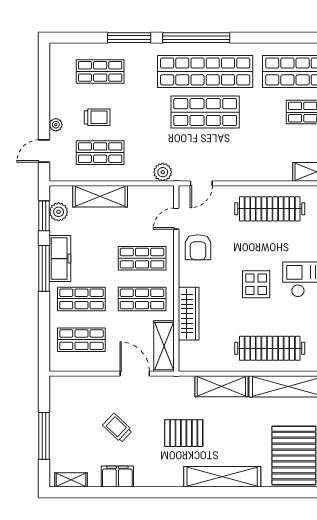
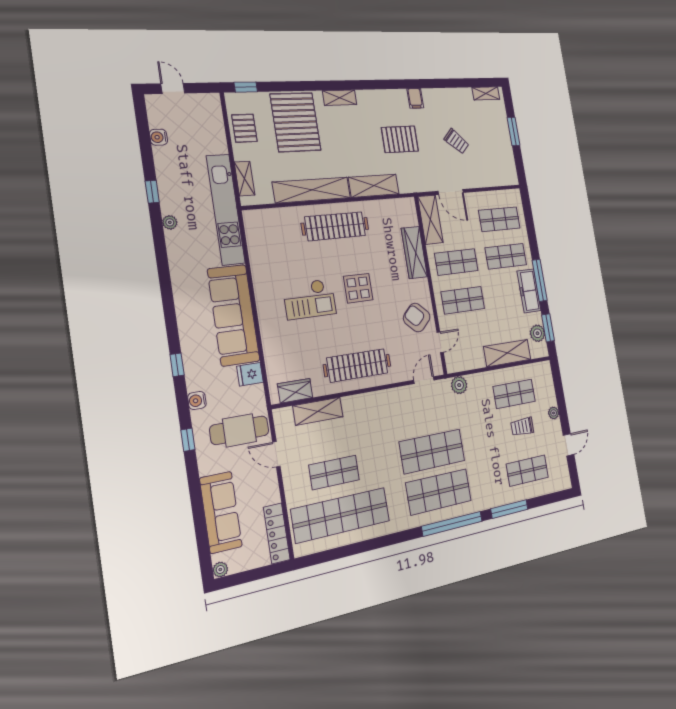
shop shelf: (205, 71) -> (439, 492), width x0.71
door: (44, 151) -> (569, 445), moved
armchair: (198, 247) -> (417, 318), turned -45
window: (44, 436) -> (514, 131), width x0.69
filing cabinet: (117, 477) -> (415, 98), moved, width x0.50
shelving: (222, 477) -> (340, 98), width x0.45, depth x0.75

